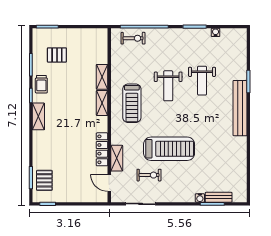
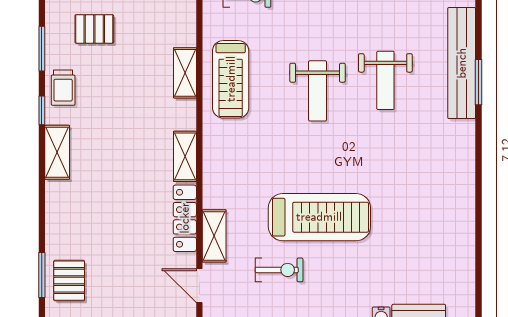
shelving: (102, 103) -> (185, 156), moved
treadmill: (132, 103) -> (231, 79), moved
bench: (240, 108) -> (462, 63), moved

